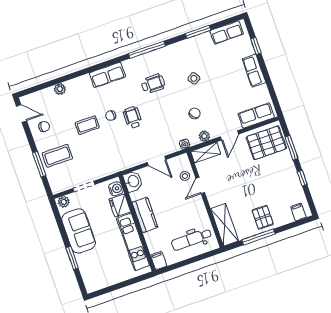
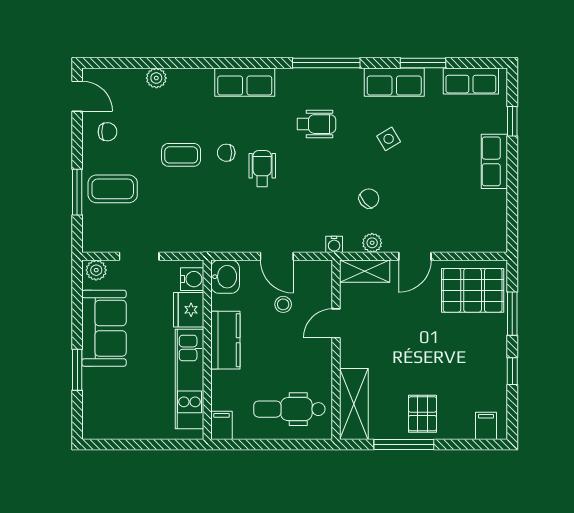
row of seats: (256, 115) -> (394, 82), moved, turned 180
stool: (185, 176) -> (283, 304), moved

